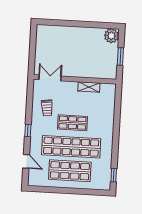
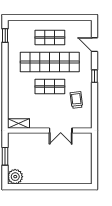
double door: (50, 78) -> (61, 130), moved
shelving: (89, 87) -> (19, 123), moved
shop shelf: (70, 171) -> (50, 38), width x0.70, depth x0.74

